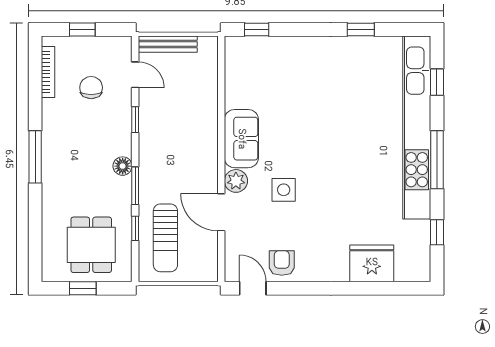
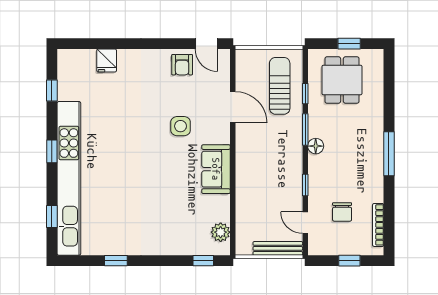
window: (437, 160) -> (52, 151), width x0.46
plant: (236, 181) -> (221, 232), moved
fridge: (372, 263) -> (107, 60), width x0.53, depth x0.75

